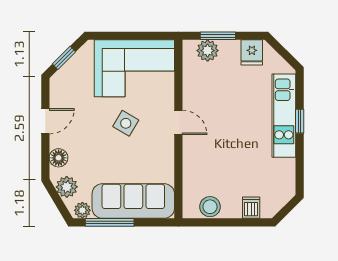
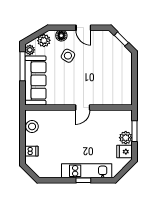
plant: (208, 51) -> (126, 138), moved
corner sofa: (134, 68) -> (115, 81), removed
side table: (126, 123) -> (68, 56), moved

